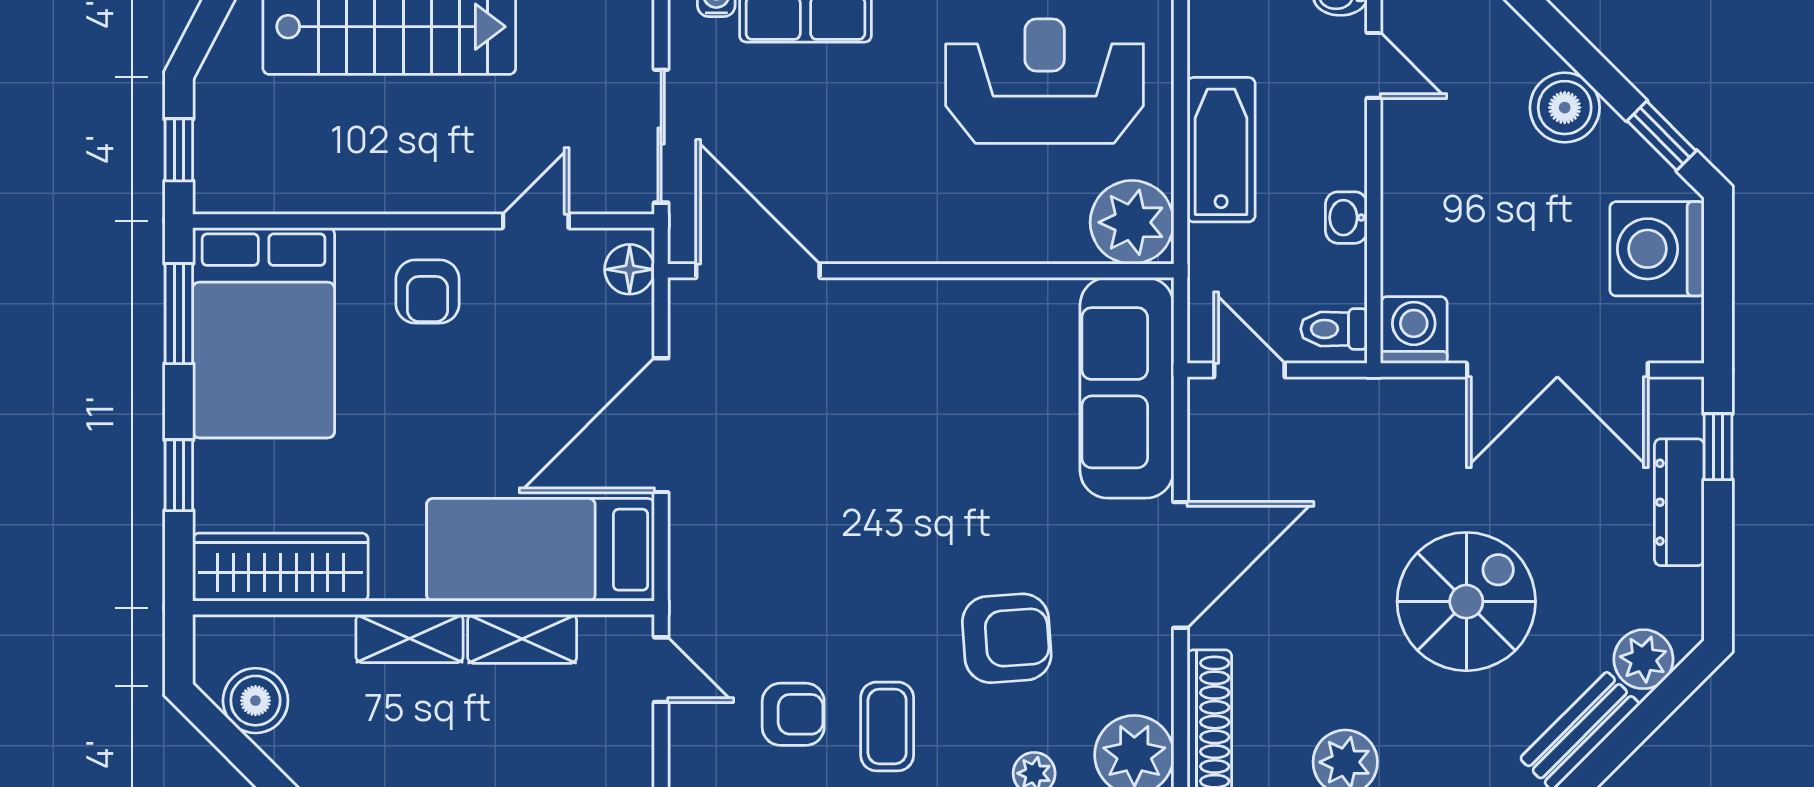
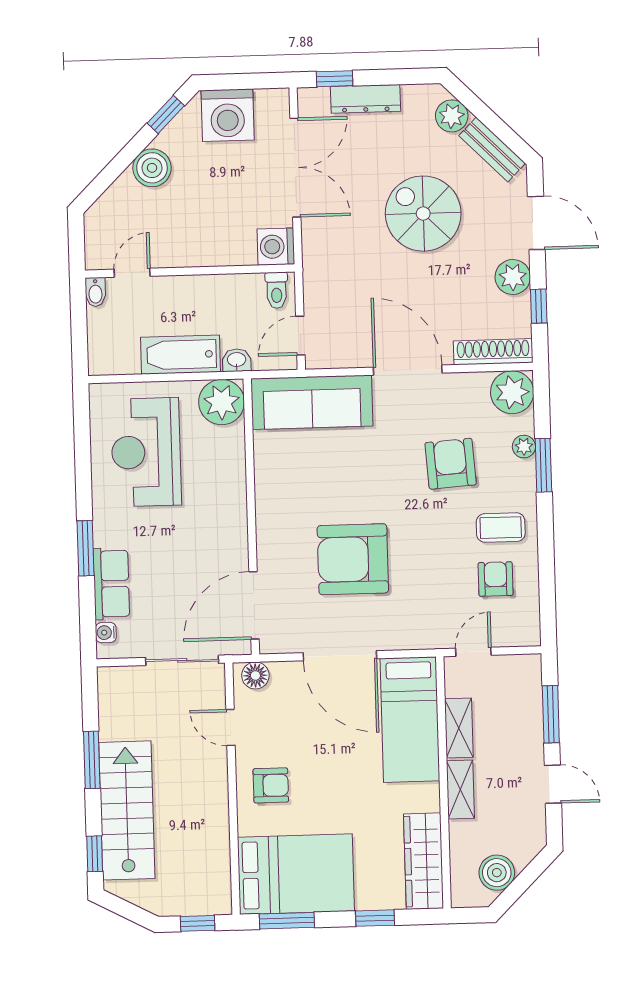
washbasin: (1346, 218) -> (237, 360), moved, turned 180
armchair: (837, 454) -> (353, 559), added

